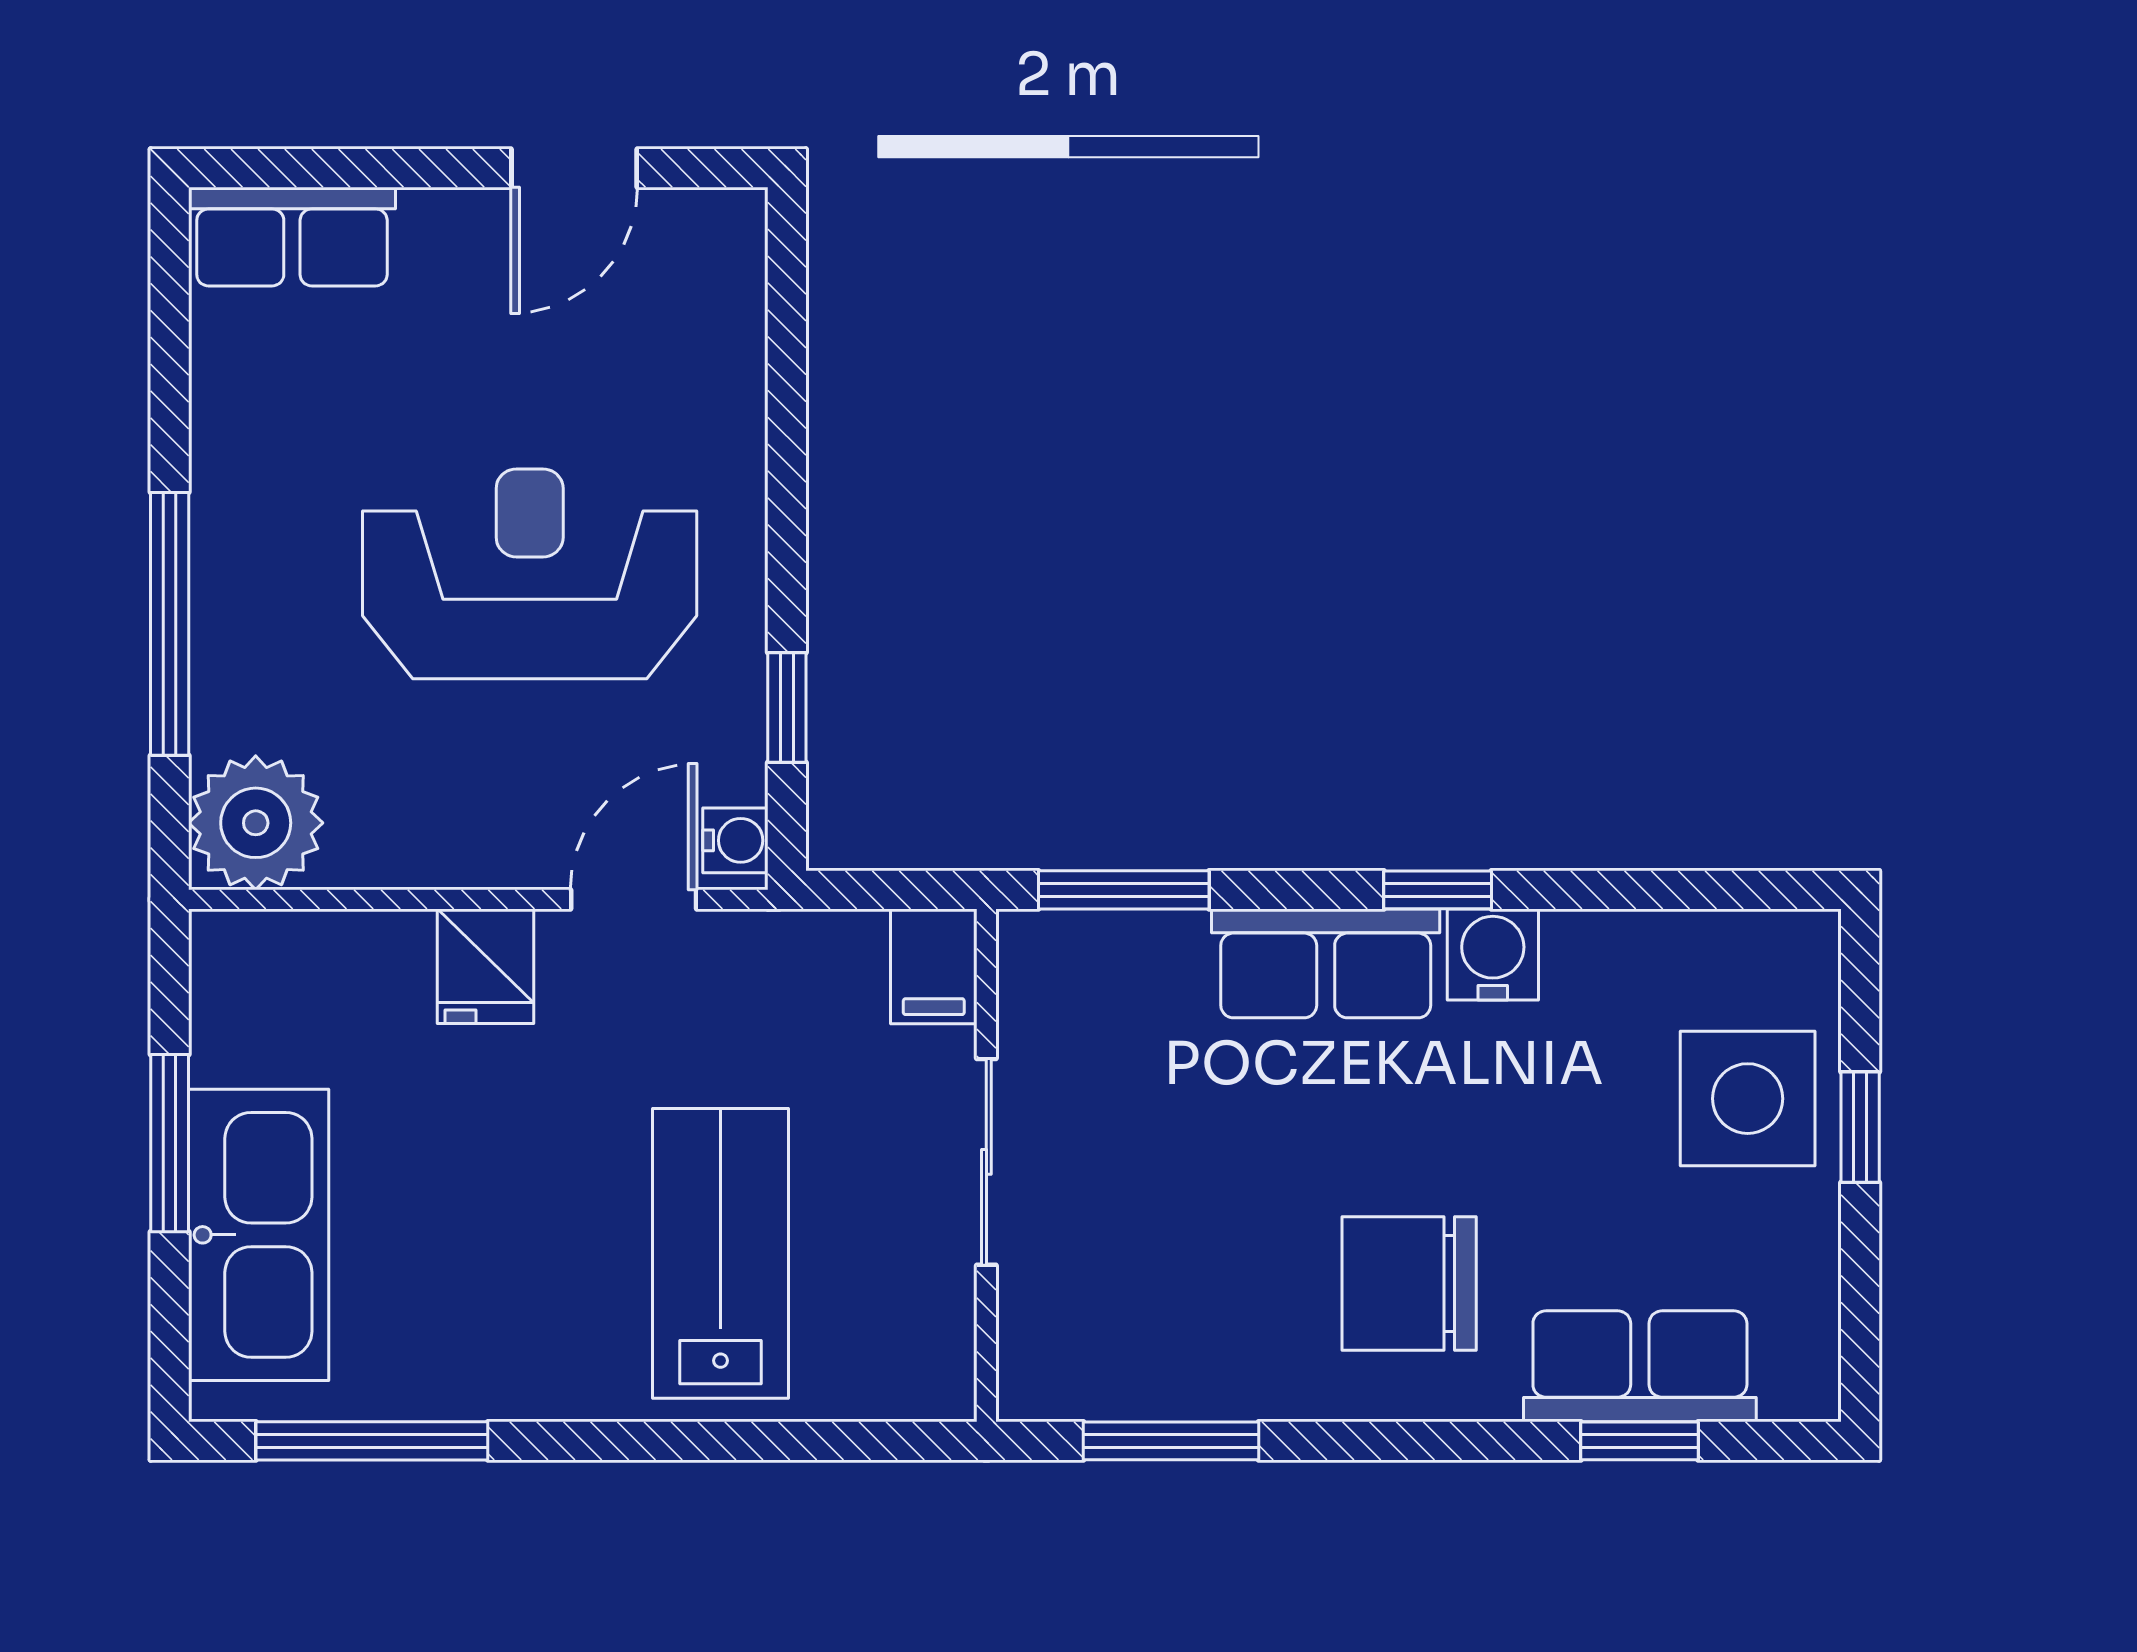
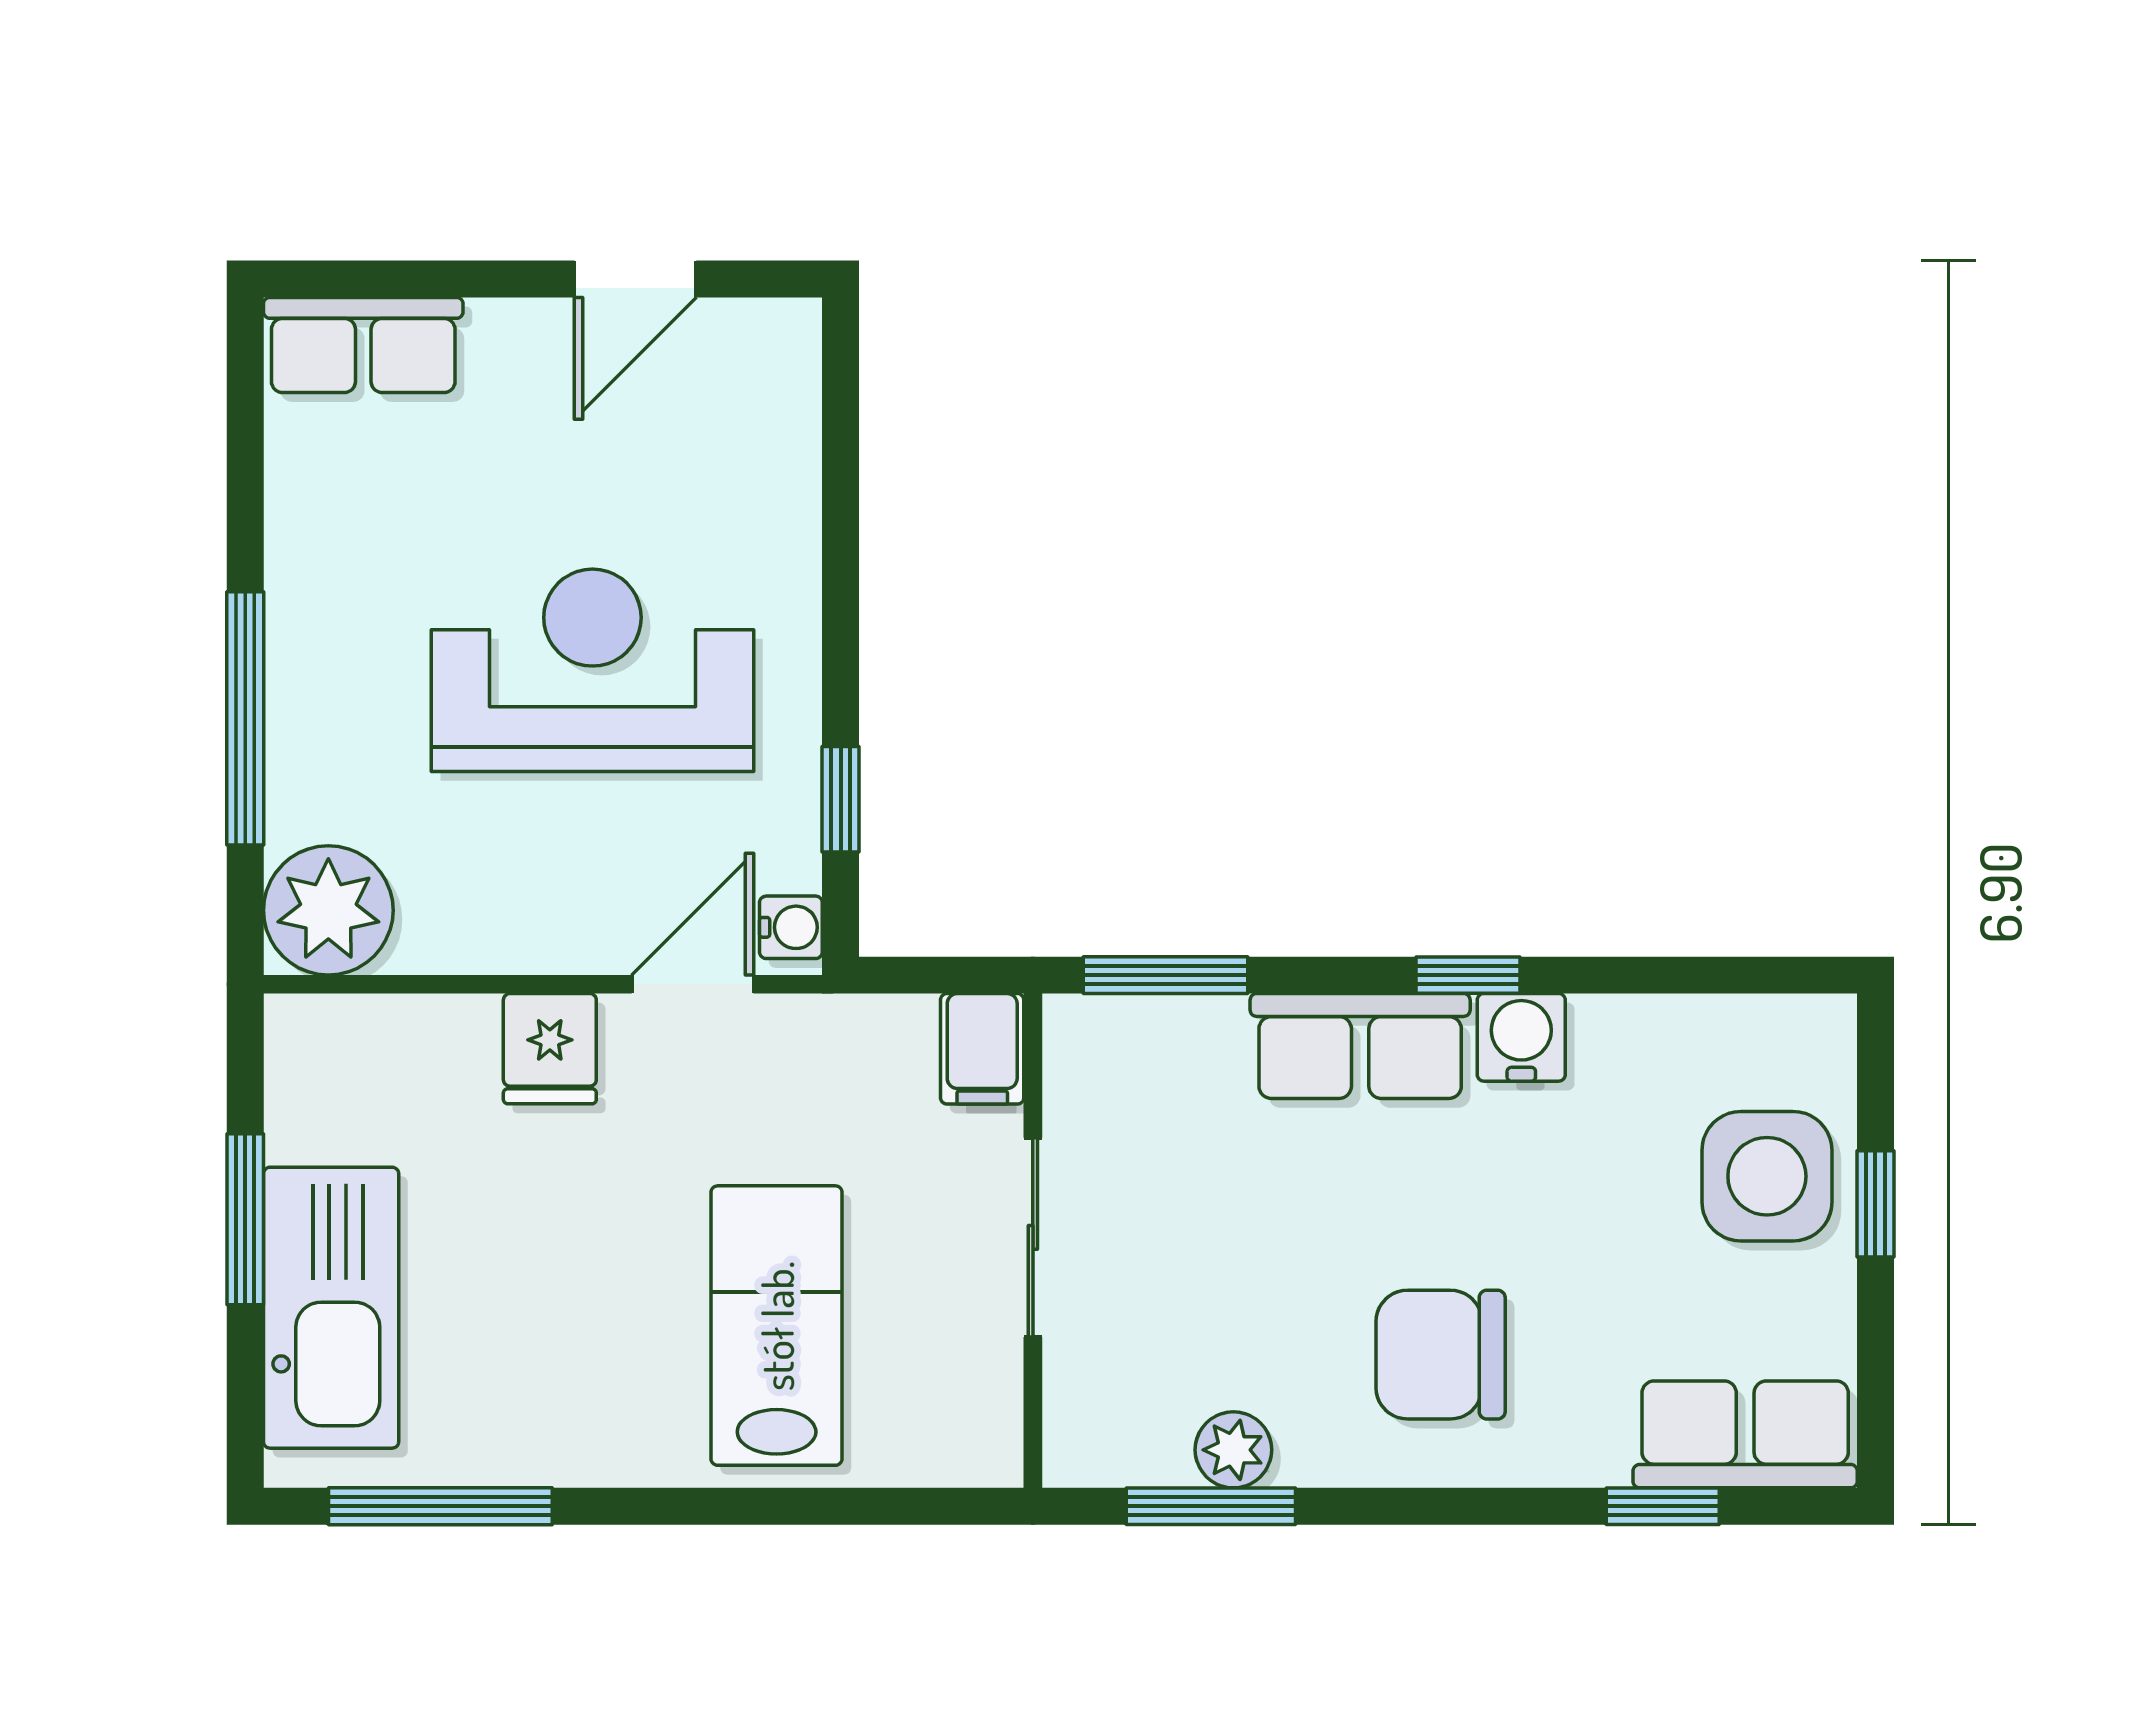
row of seats: (1640, 1366) -> (1745, 1434), moved
plant: (1194, 1382) -> (1233, 1450), added

